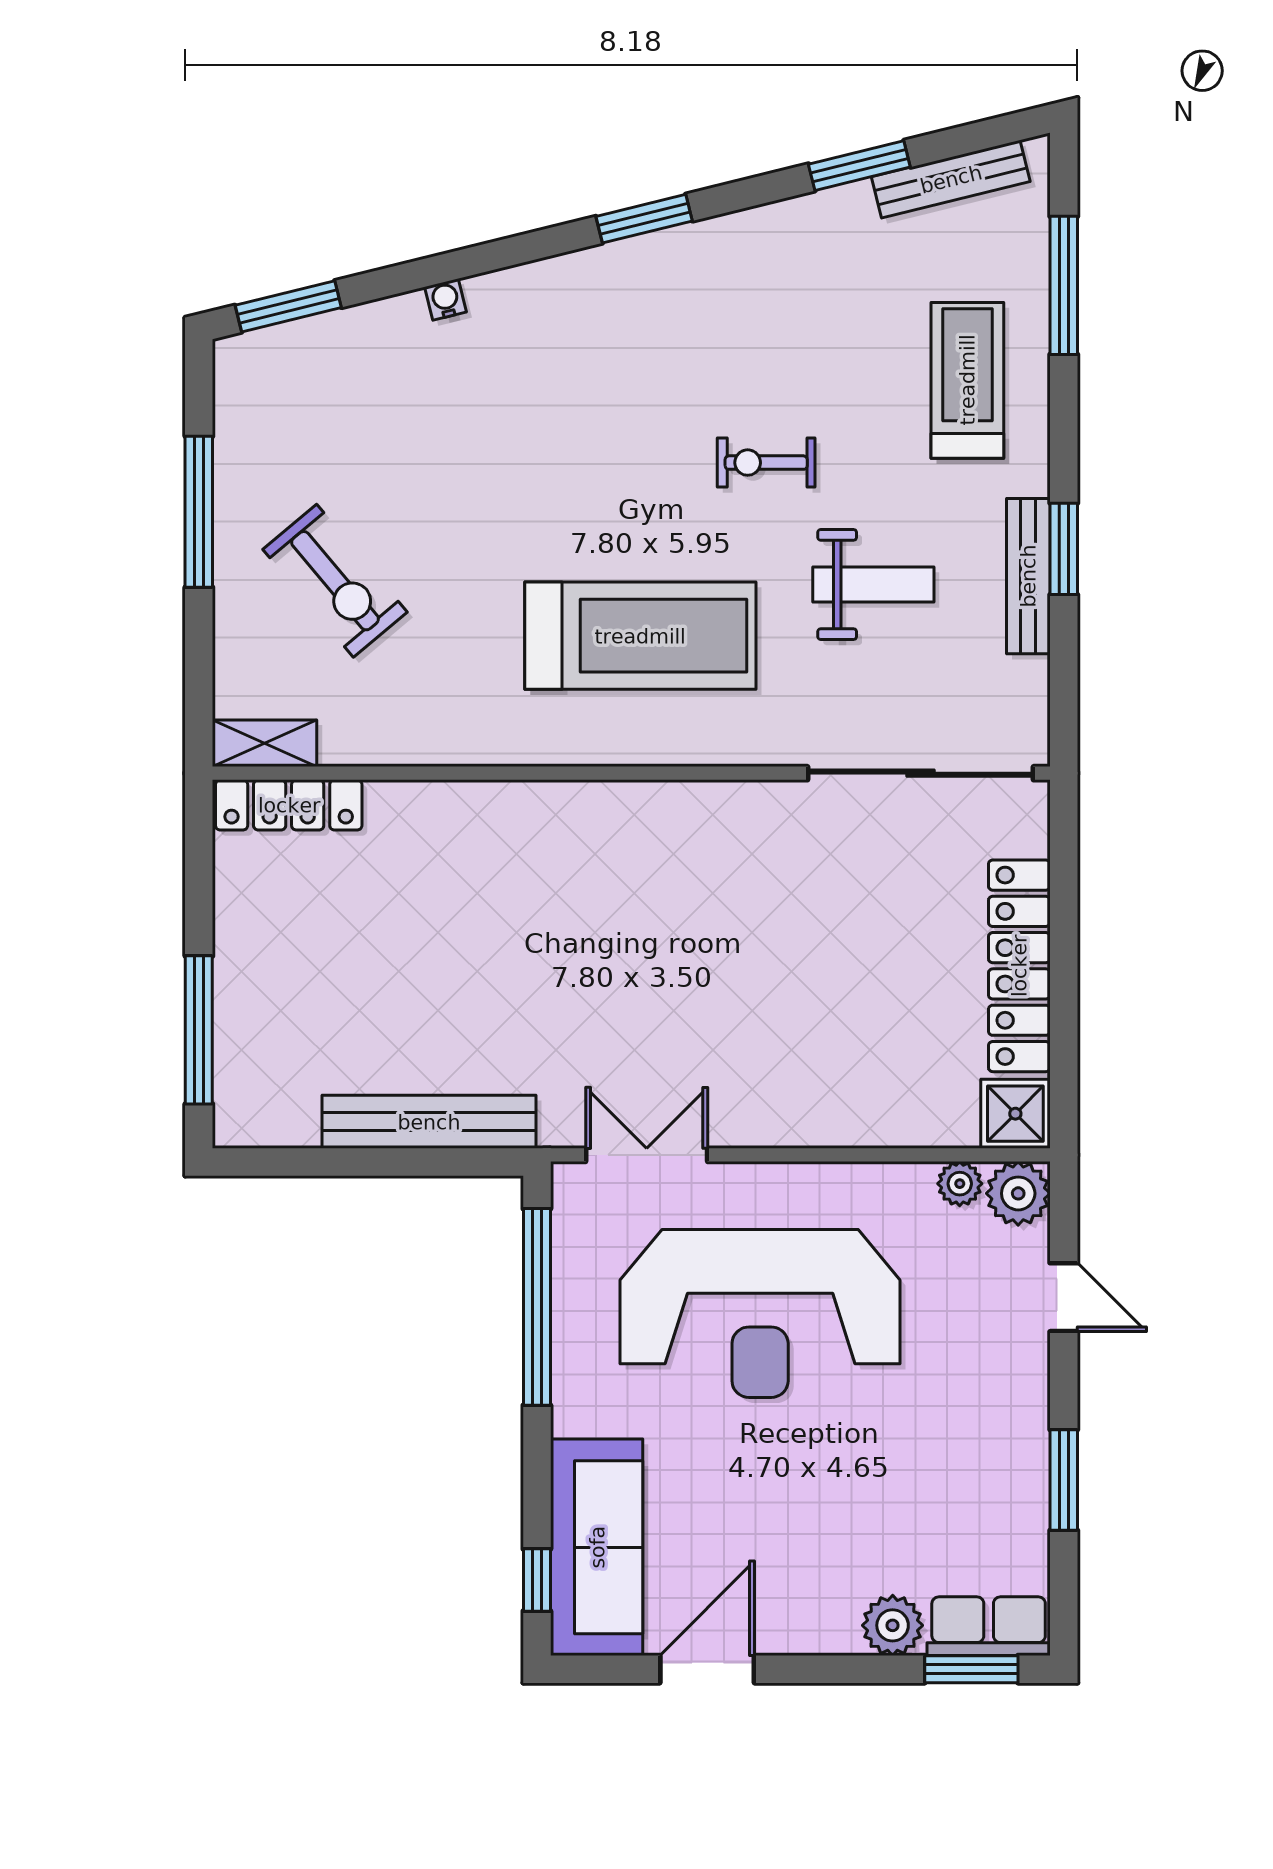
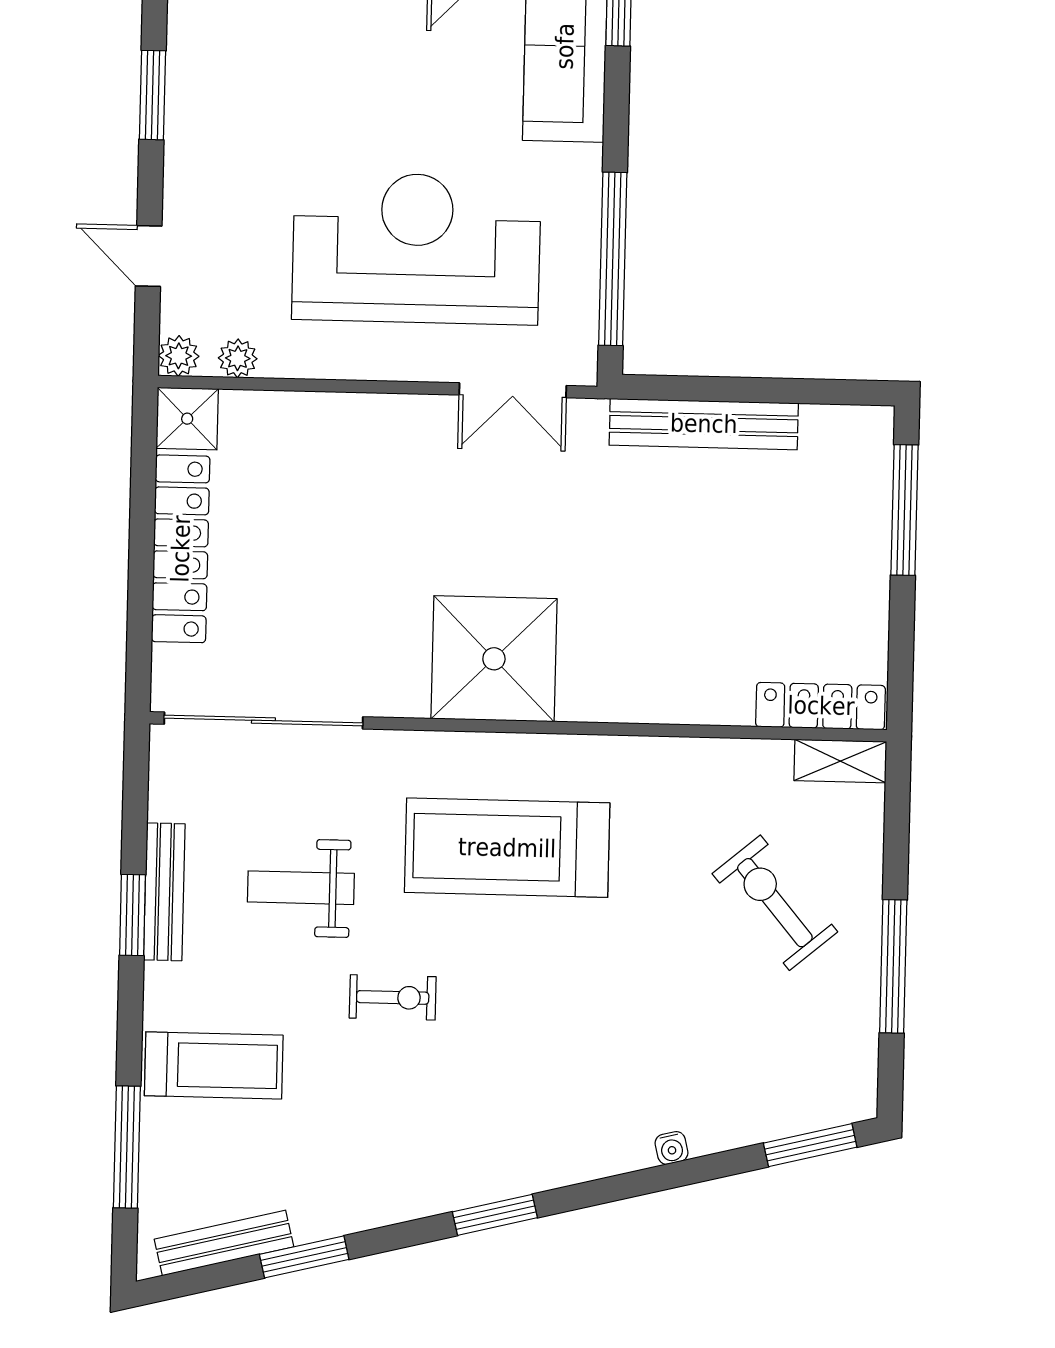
treadmill: (967, 380) -> (214, 1065), turned -90
shower: (661, 850) -> (494, 659), added
plant: (1018, 1193) -> (179, 356), width x0.73, depth x0.73

